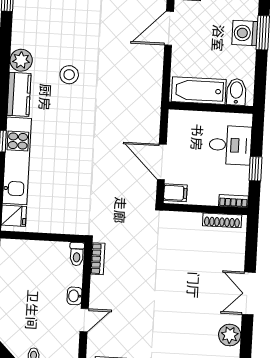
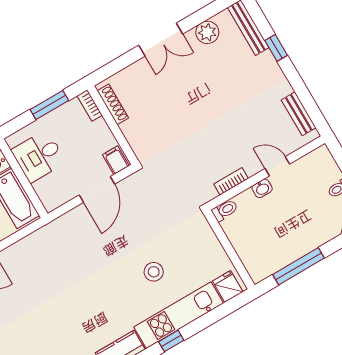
stool: (69, 75) -> (154, 272), moved
desk: (230, 145) -> (39, 156), moved, turned -90
window: (255, 169) -> (49, 105), width x1.50
bookcase: (98, 259) -> (231, 181), moved

